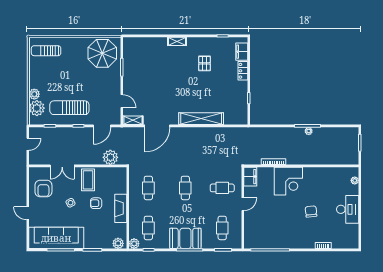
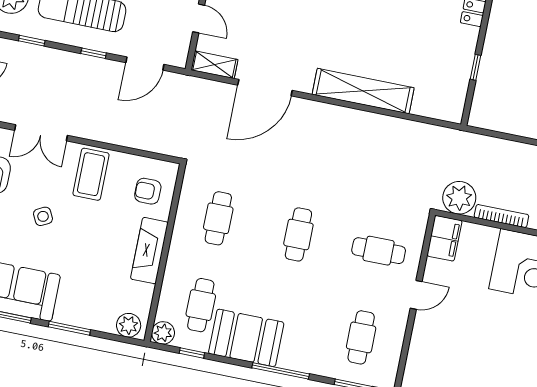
plant: (110, 157) -> (459, 198), moved
armchair: (96, 203) -> (148, 191), moved
booth: (185, 238) -> (246, 338), moved

